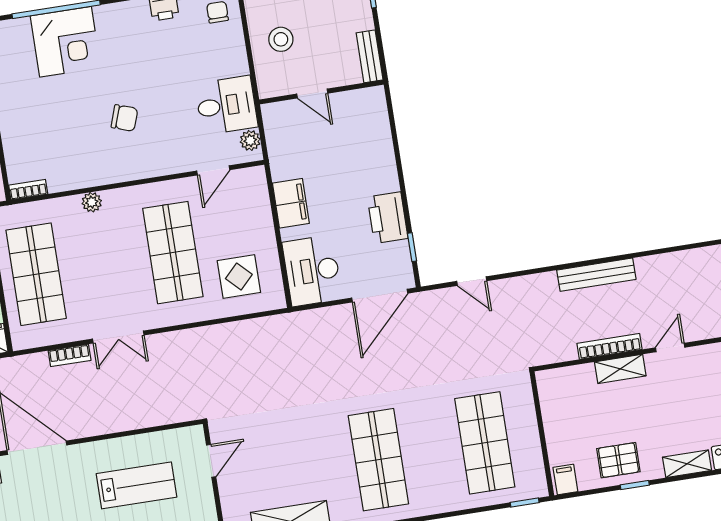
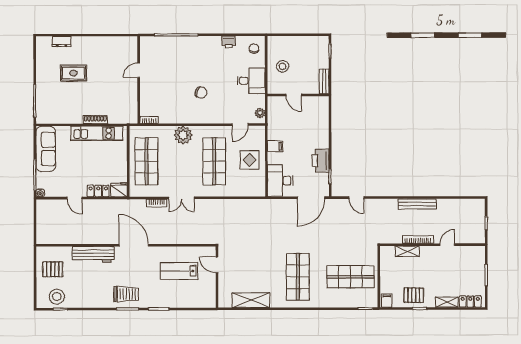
corner desk: (66, 42) -> (178, 51), removed
desk: (226, 105) -> (251, 81), moved
plant: (92, 202) -> (183, 135), width x1.87, depth x1.87
filing cabinet: (291, 203) -> (275, 146), width x0.50
display table: (239, 277) -> (249, 160), moved
shelving: (620, 369) -> (407, 251), moved
shop shelf: (485, 443) -> (350, 277), turned 90
door: (211, 461) -> (217, 265), swing flipped
lab bench: (136, 485) -> (179, 271), turned 180

